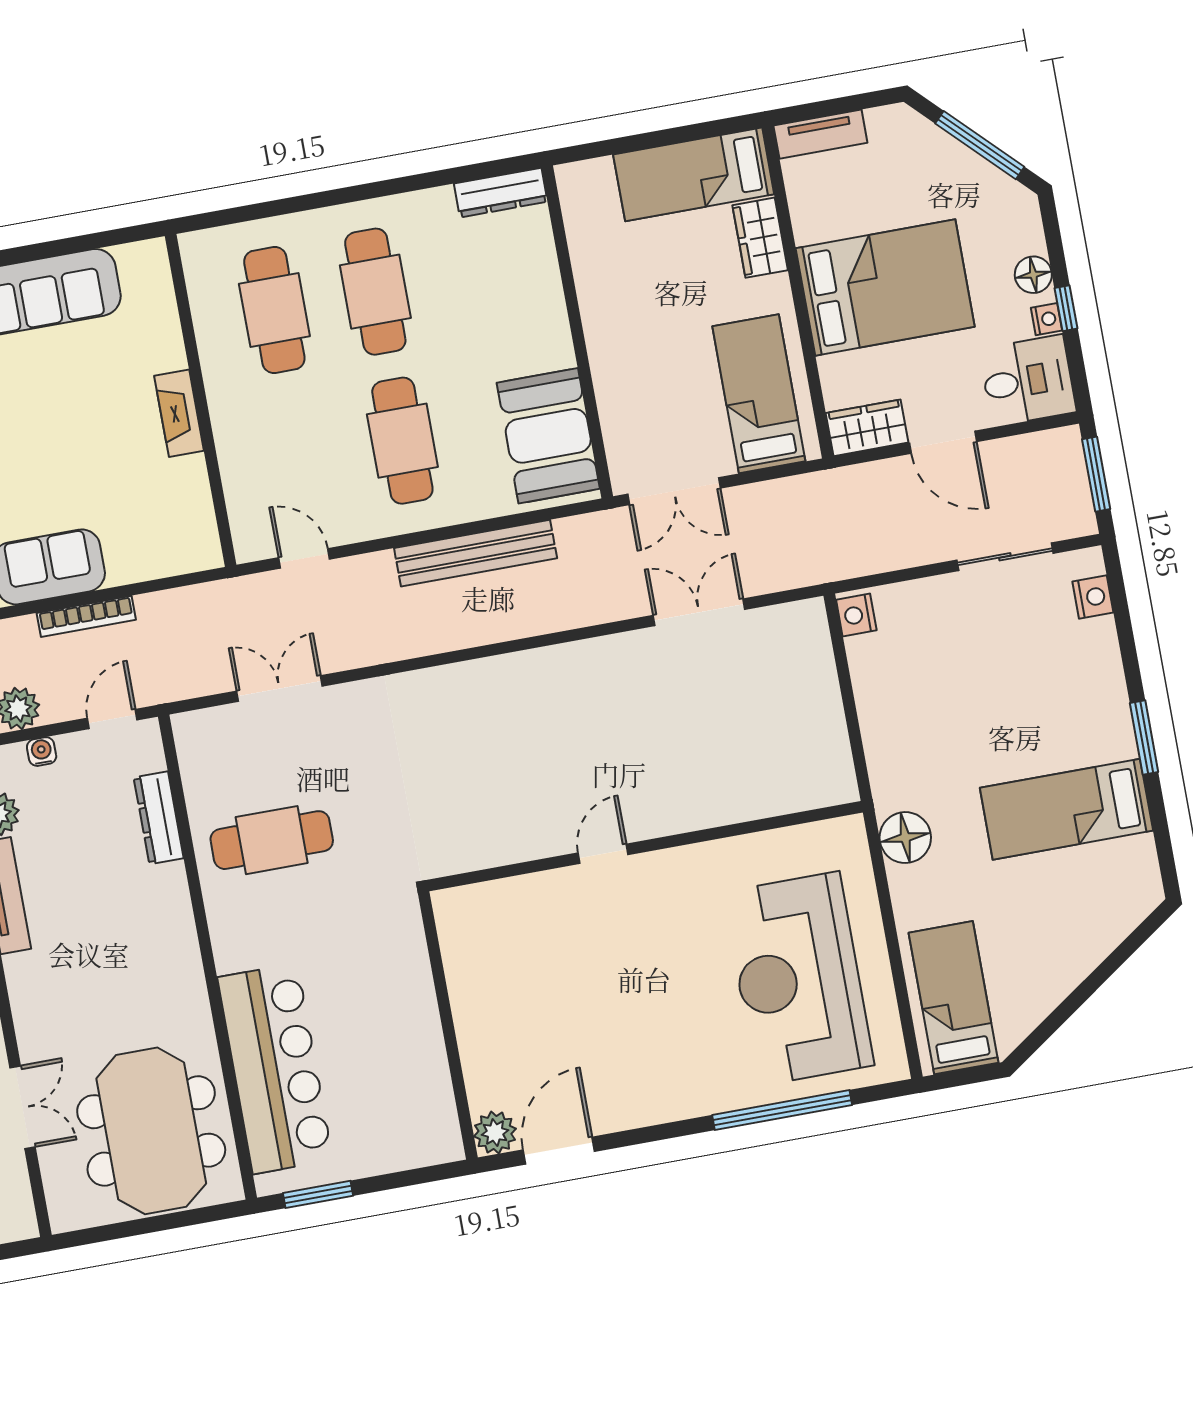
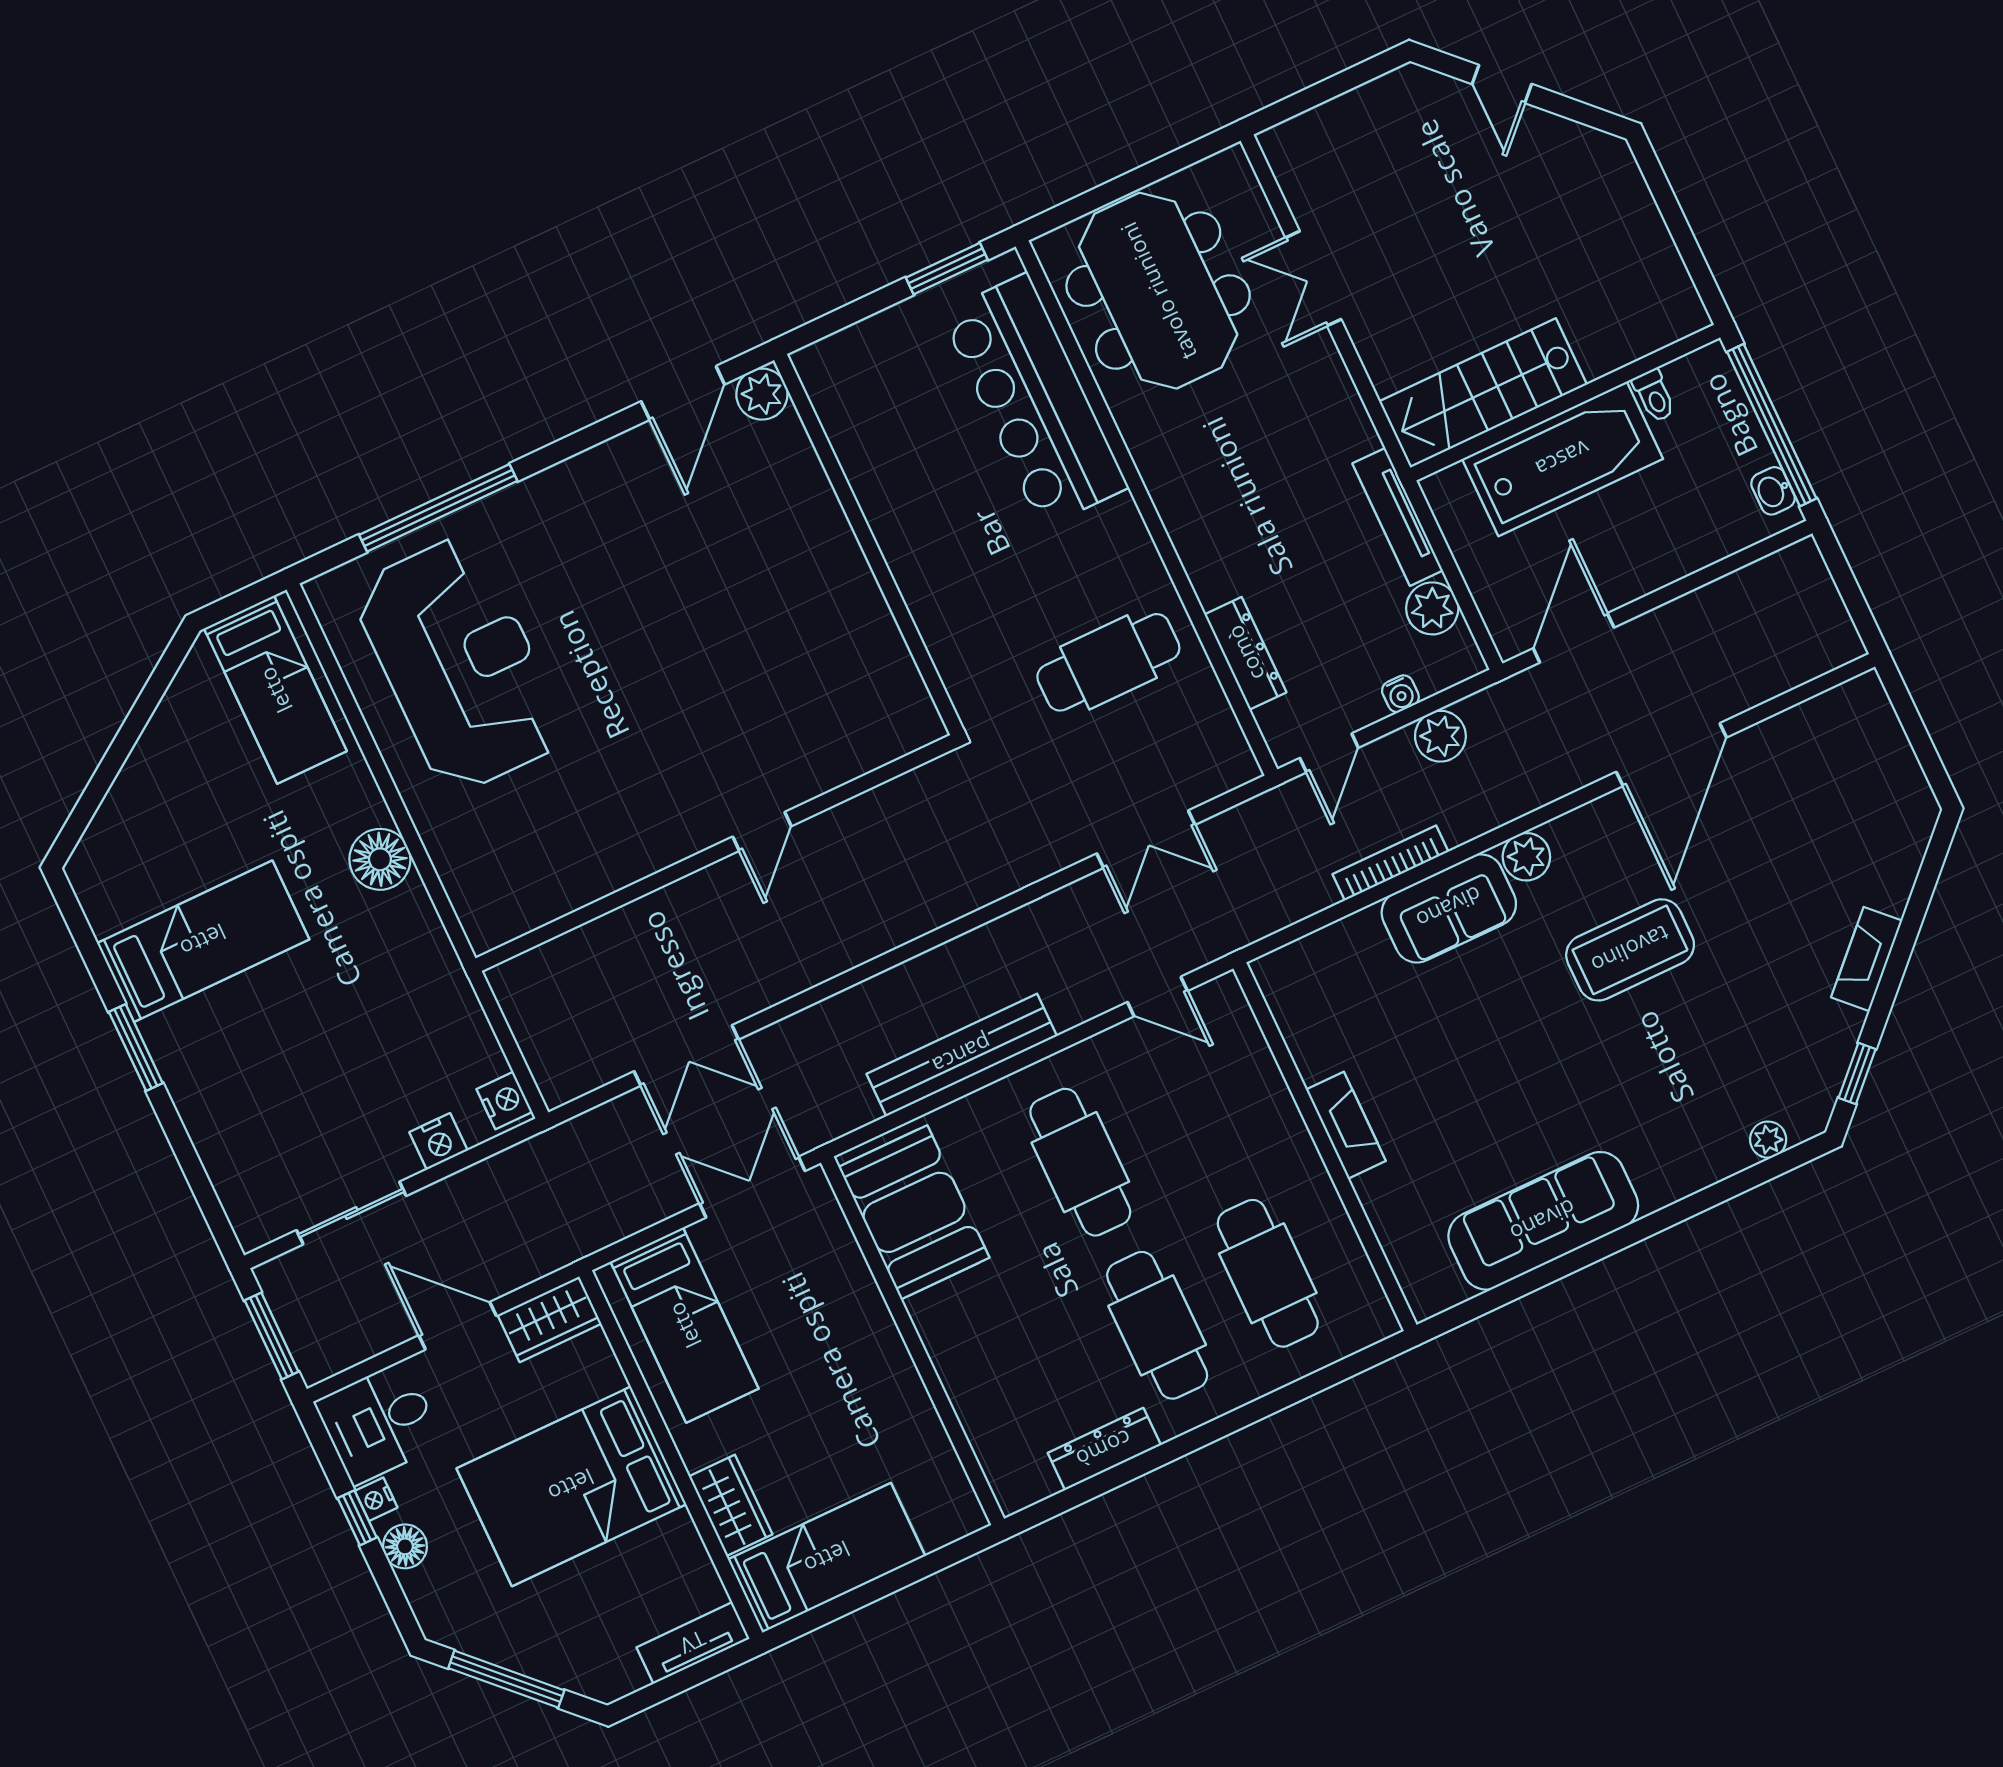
dresser: (501, 193) -> (1104, 1449), moved
nightstand: (1093, 597) -> (438, 1141), moved, turned -90
wall: (645, 846) -> (716, 853), moved
door: (603, 854) -> (762, 831), moved

